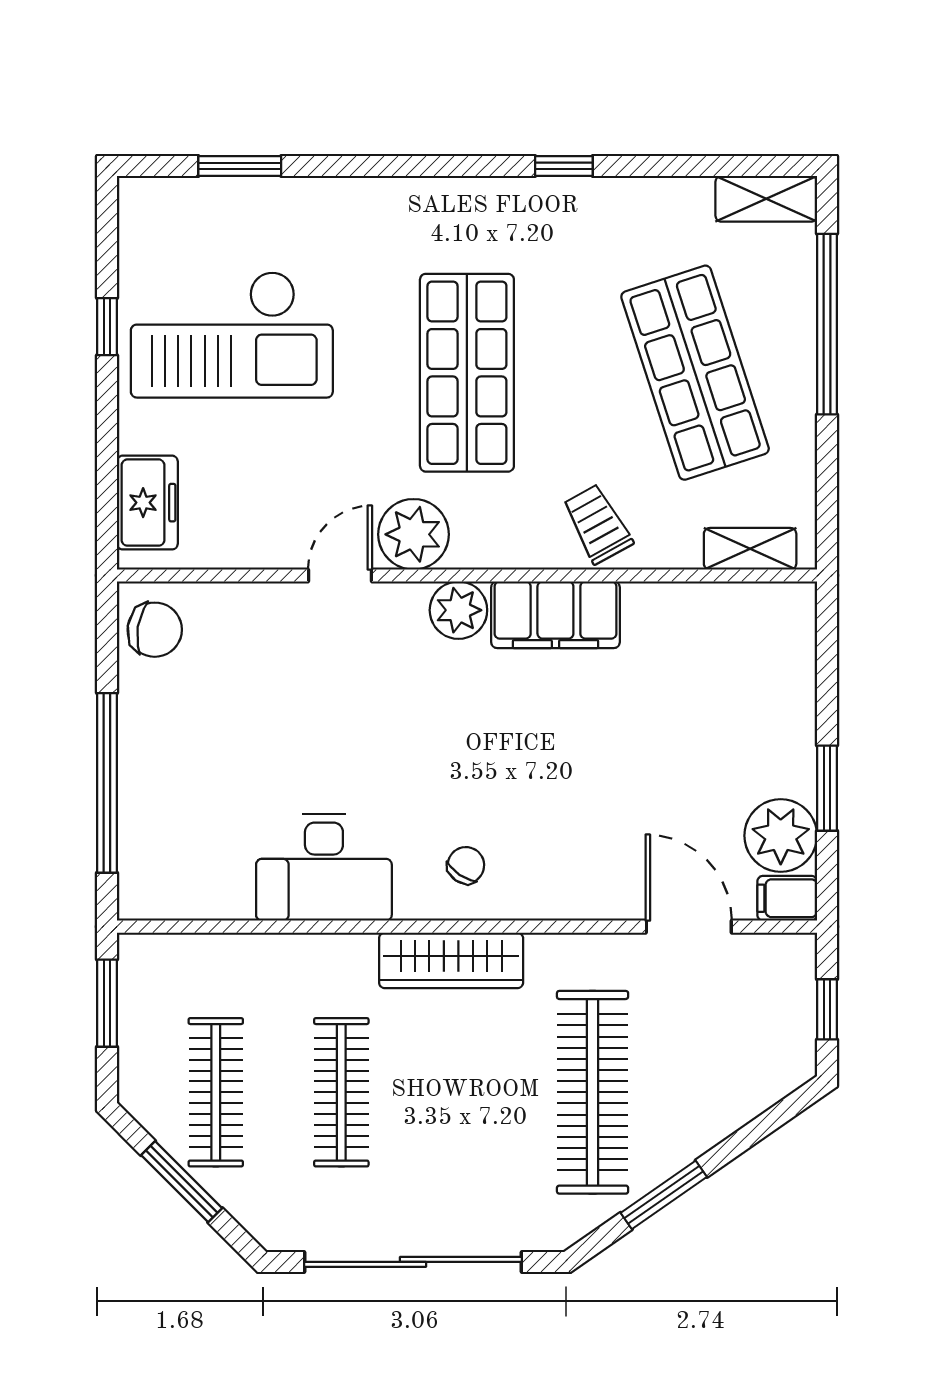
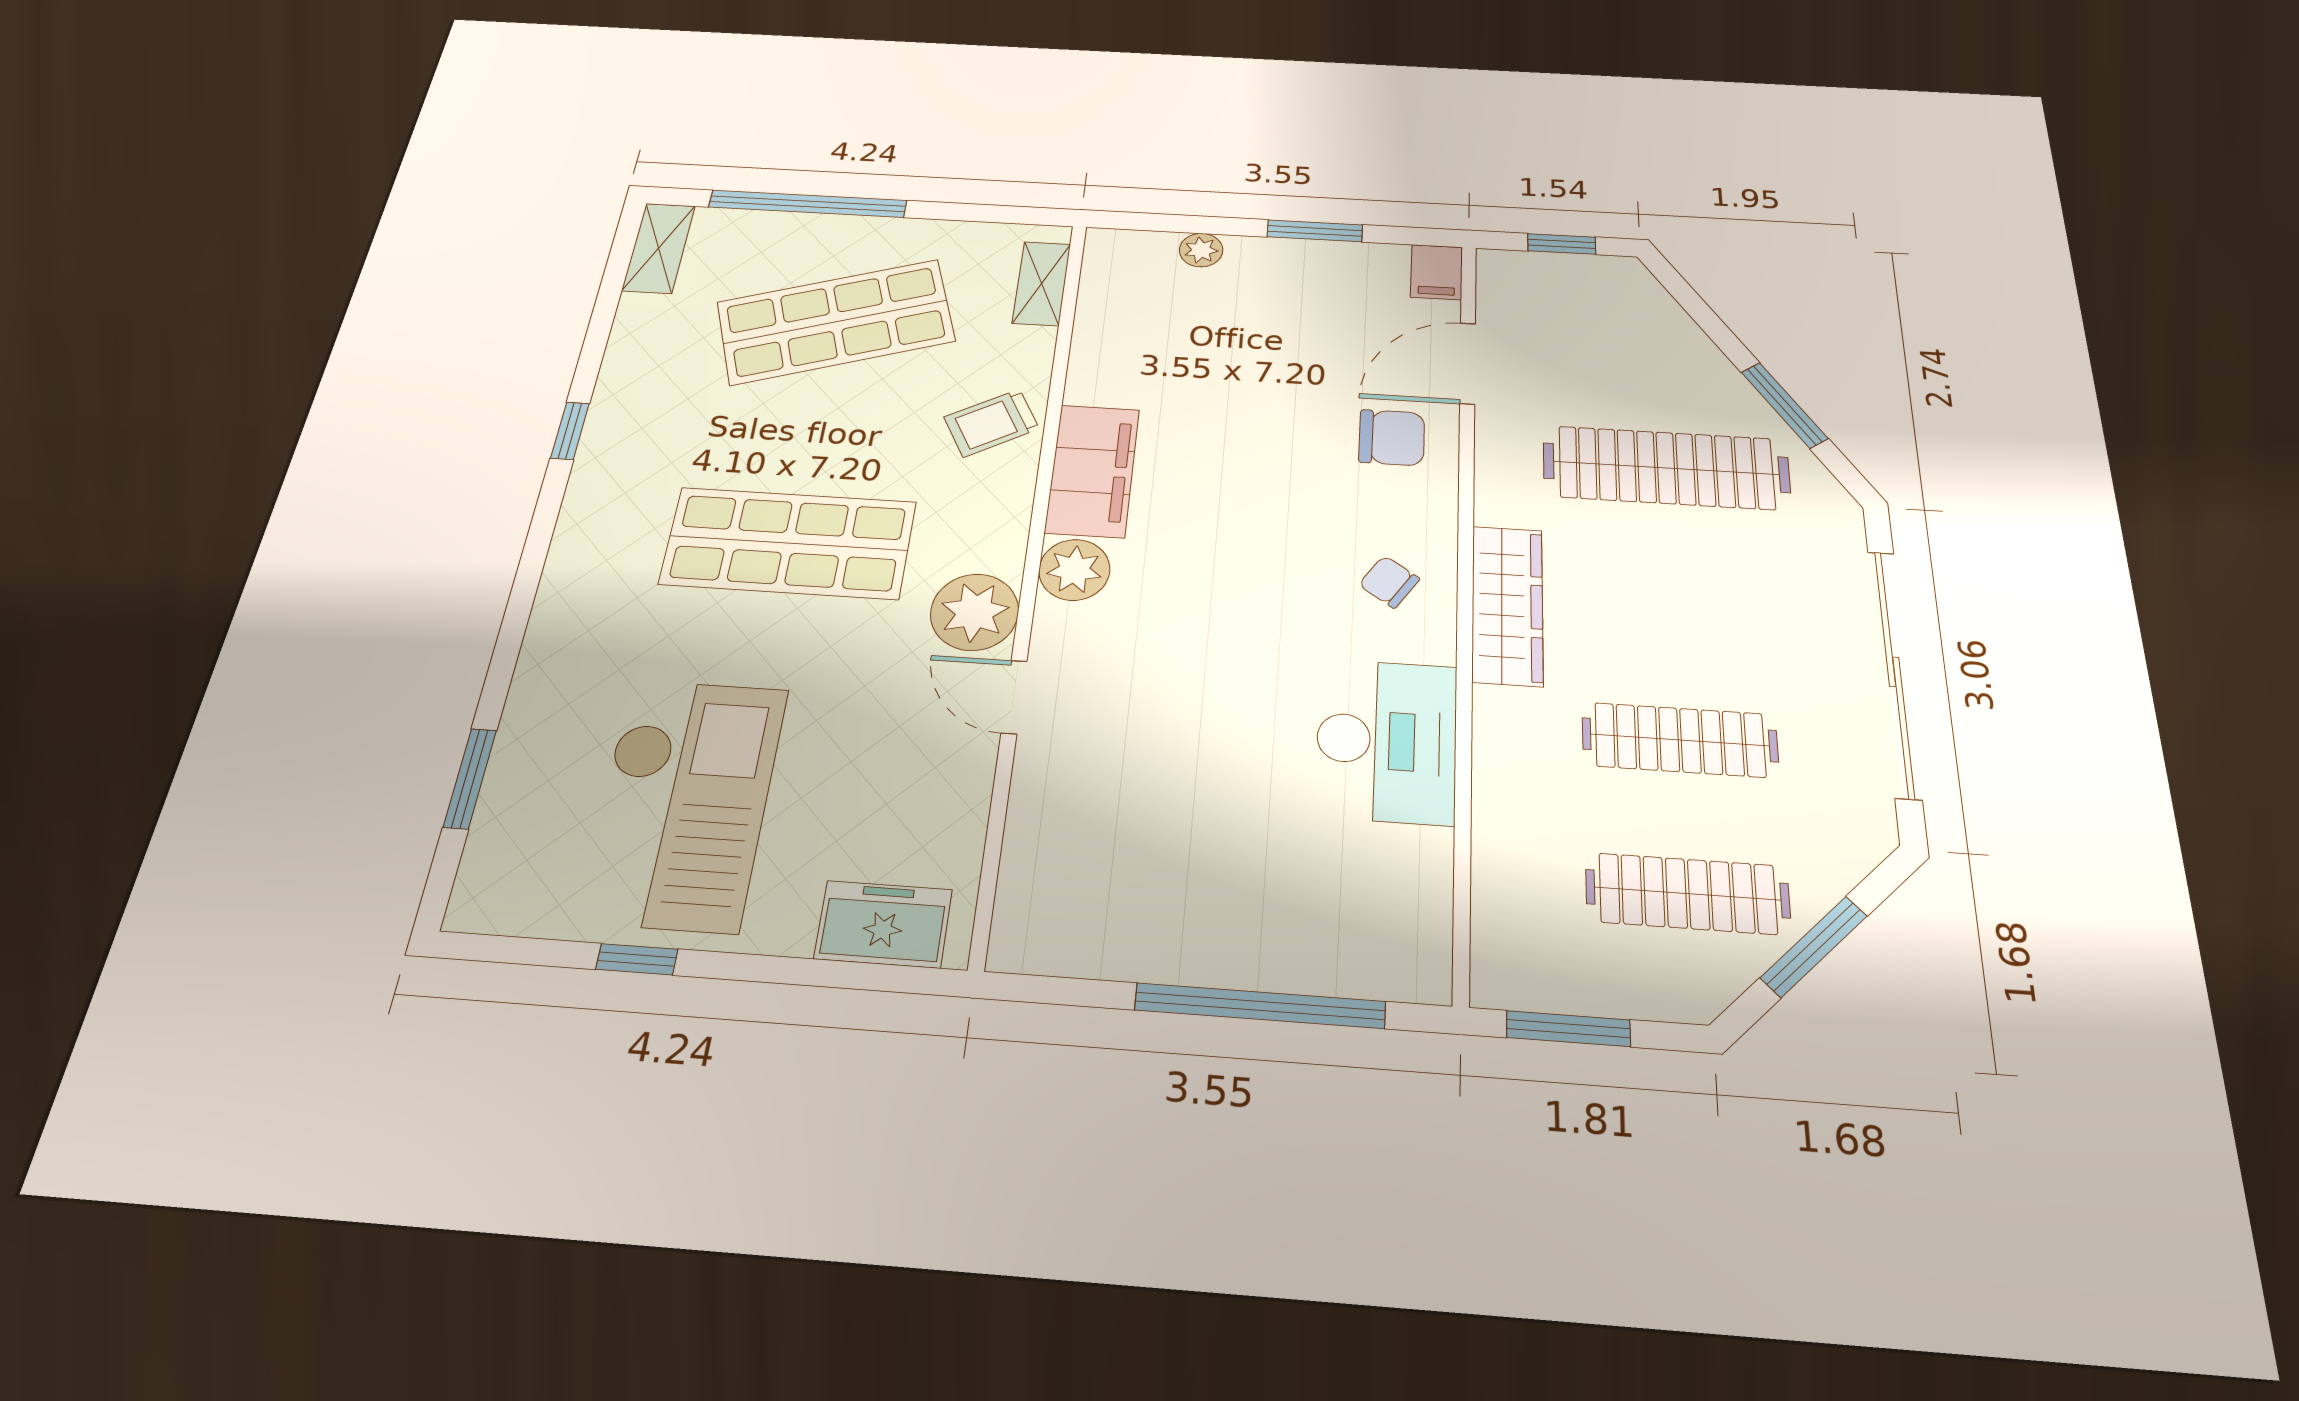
chair: (155, 630) -> (1392, 438), moved, turned 81
plant: (781, 836) -> (1201, 250), moved, width x0.53, depth x0.53

